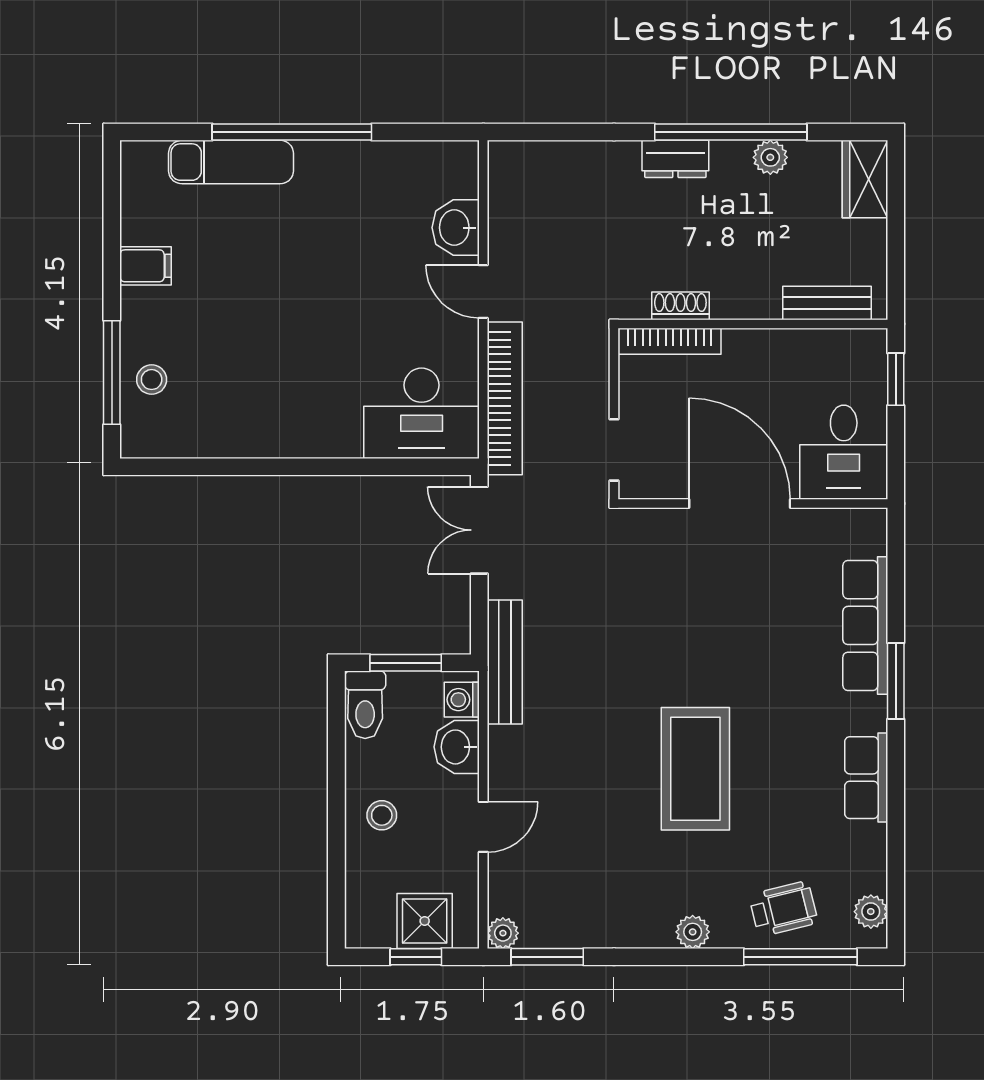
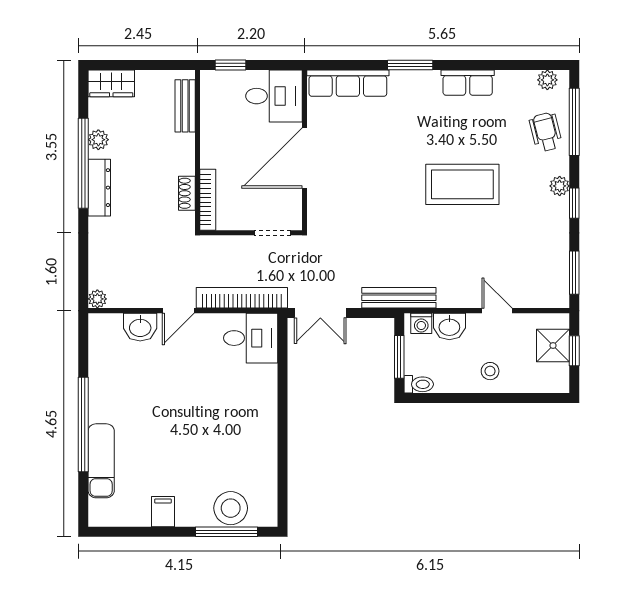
dresser: (675, 159) -> (99, 188), width x1.44
stool: (152, 380) -> (231, 508), width x1.89, depth x1.89
desk: (422, 413) -> (251, 338), width x0.73
row of seats: (865, 625) -> (348, 83), moved
toilet: (365, 705) -> (419, 384), width x0.73, depth x0.72
plant: (503, 933) -> (97, 299), moved
window: (664, 957) -> (574, 203), added

